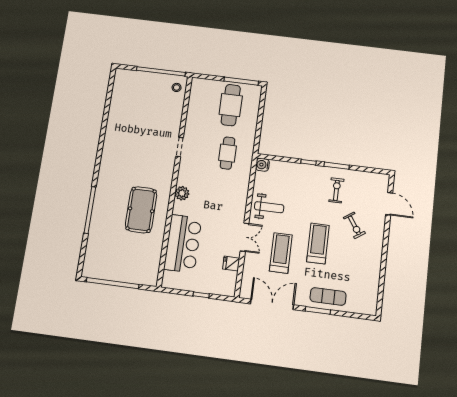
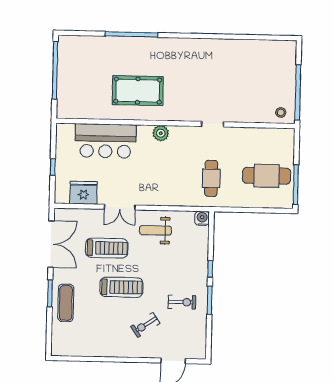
cafe table: (228, 153) -> (211, 178), turned 90
weight bench: (269, 207) -> (155, 230), turned 90
fridge: (231, 264) -> (83, 193), width x1.88, depth x1.34

